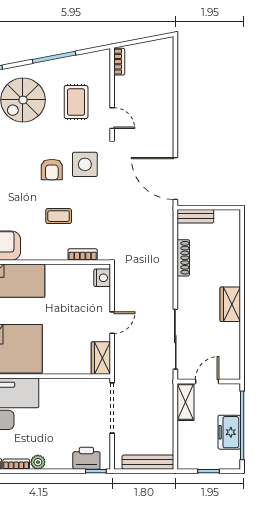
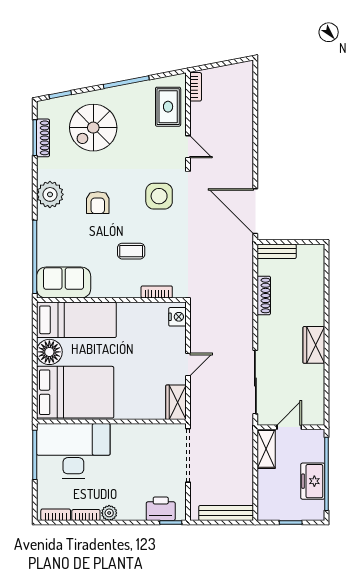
rug: (76, 102) -> (168, 107), moved
armchair: (52, 169) -> (98, 203), moved

